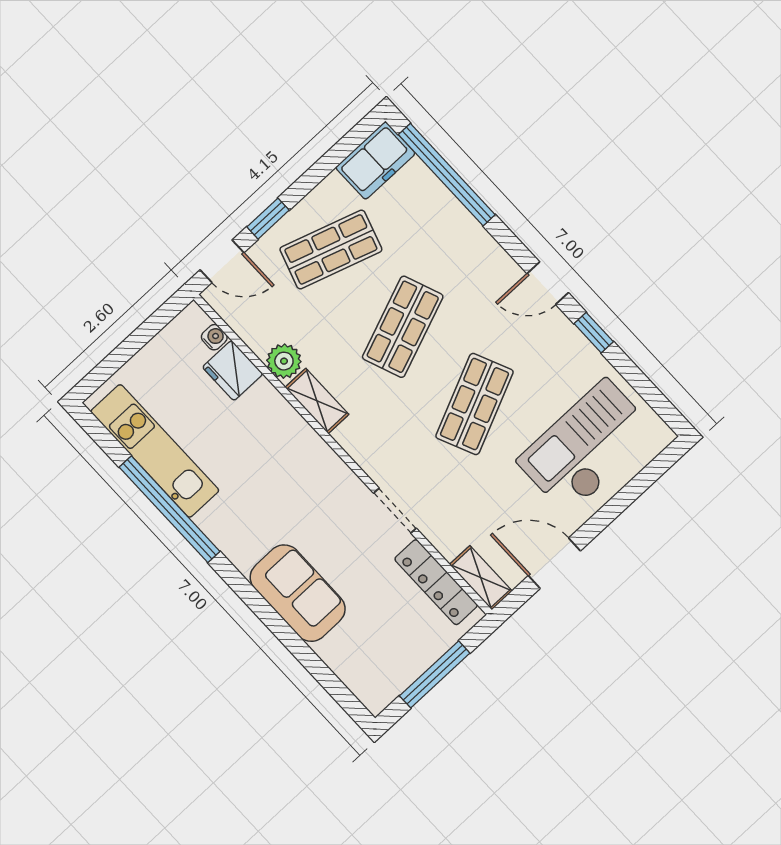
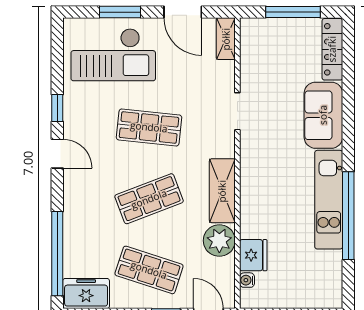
plant: (284, 361) -> (219, 241), width x1.36, depth x1.36
shelving: (317, 401) -> (222, 191), width x1.50, depth x1.33
shop shelf: (474, 404) -> (149, 127), turned 30
kitchen unit: (155, 451) -> (329, 200), moved
window: (622, 500) -> (120, 12), added
locker: (436, 582) -> (332, 49), moved, turned 180

